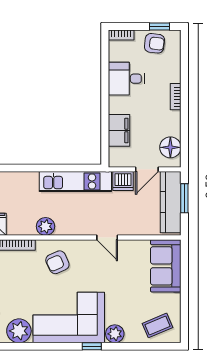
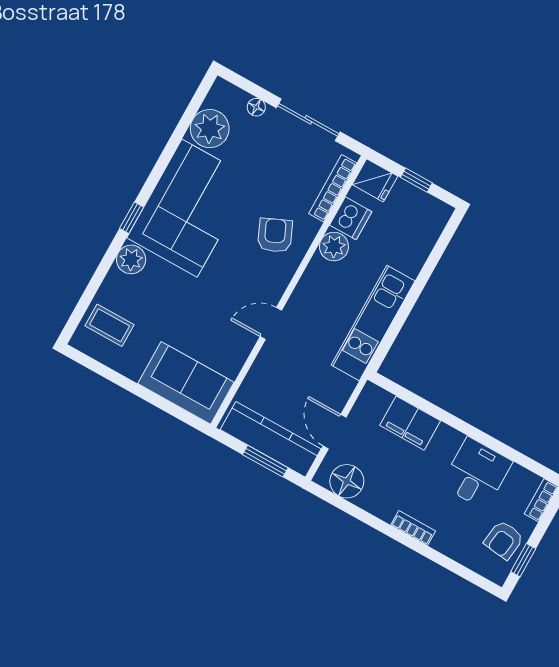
dishwasher: (123, 181) -> (351, 218), moved, turned 180
coffee table: (158, 325) -> (110, 325), turned -67

